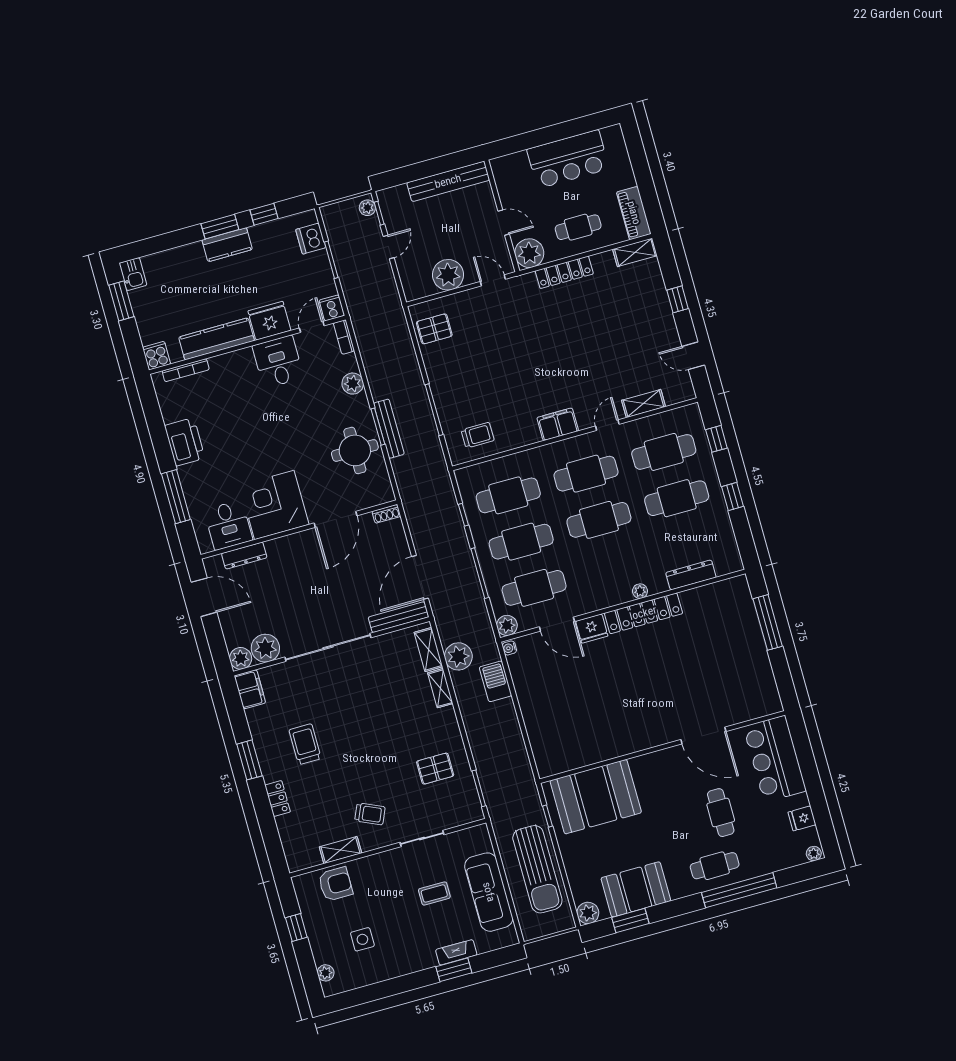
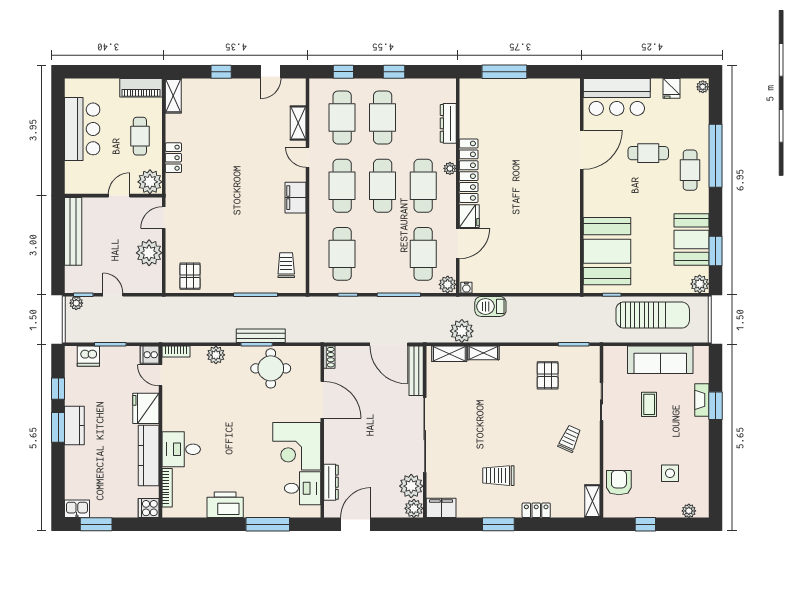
locker: (564, 272) -> (173, 158), width x0.66
desk: (278, 362) -> (181, 449), moved
cafe table: (521, 542) -> (423, 186), moved
shelving: (340, 850) -> (592, 501), moved

